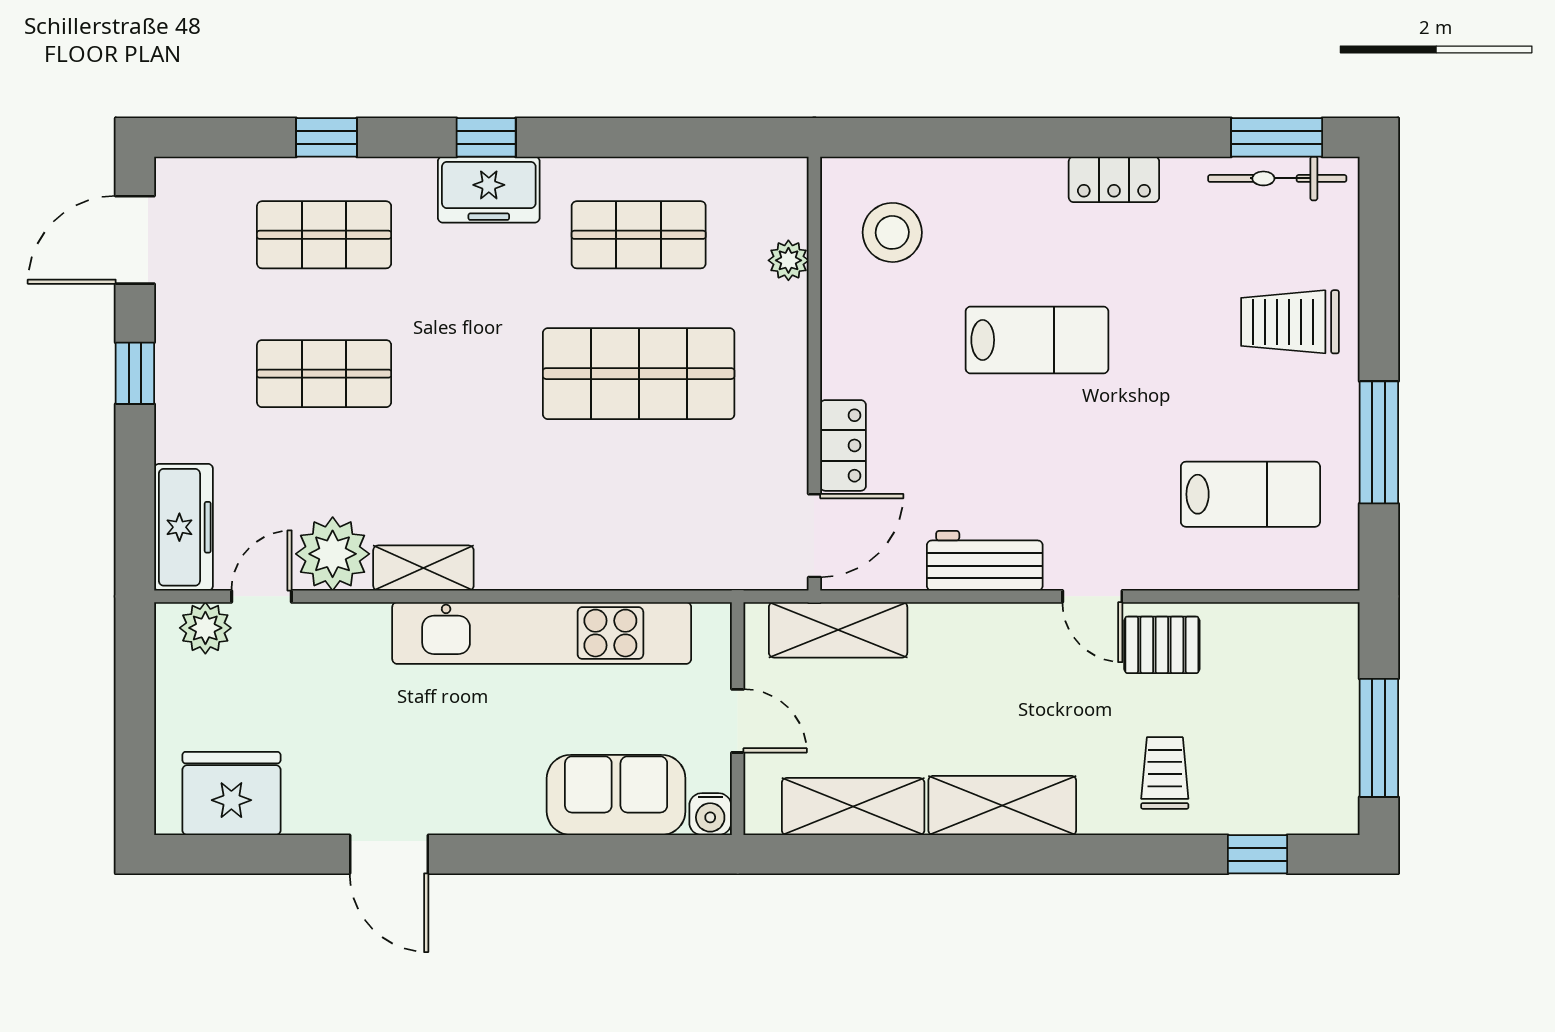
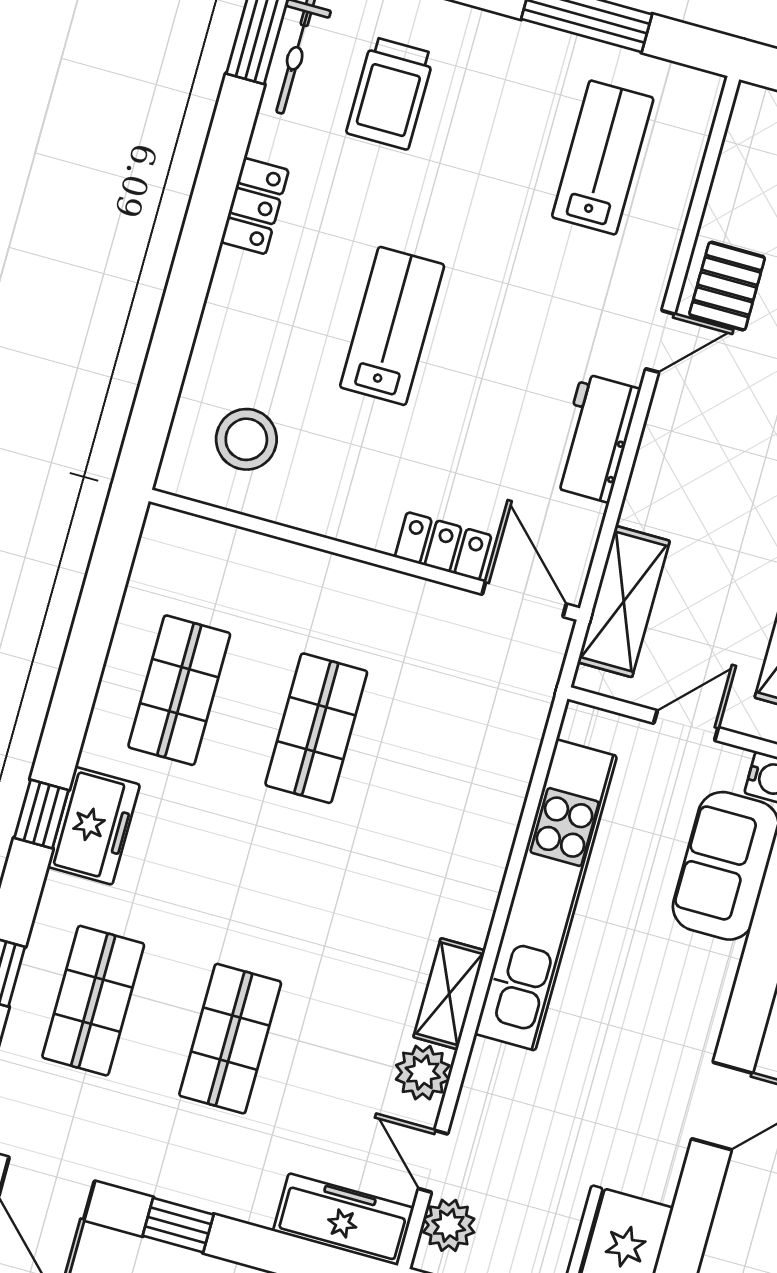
plant: (788, 260) -> (246, 549), removed
trolley: (1290, 322) -> (390, 93), moved
shop shelf: (639, 374) -> (316, 728), width x0.70, depth x0.74
plant: (333, 554) -> (423, 1073), width x0.73, depth x0.73

